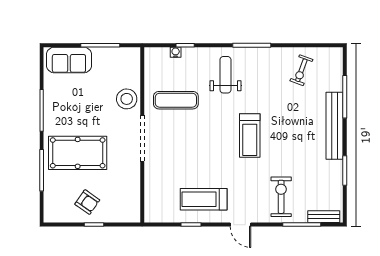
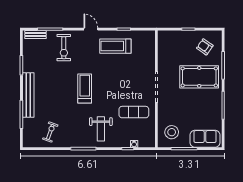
stool: (127, 99) -> (172, 132), moved
treadmill: (204, 199) -> (115, 46), turned 180
armchair: (87, 202) -> (205, 47), moved

